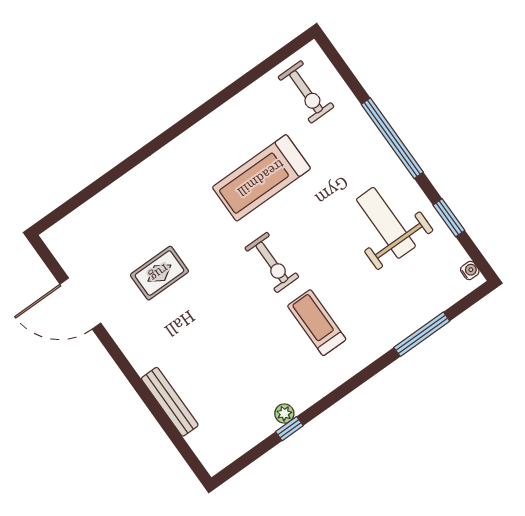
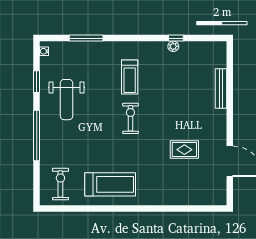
treadmill: (261, 178) -> (110, 184), moved

